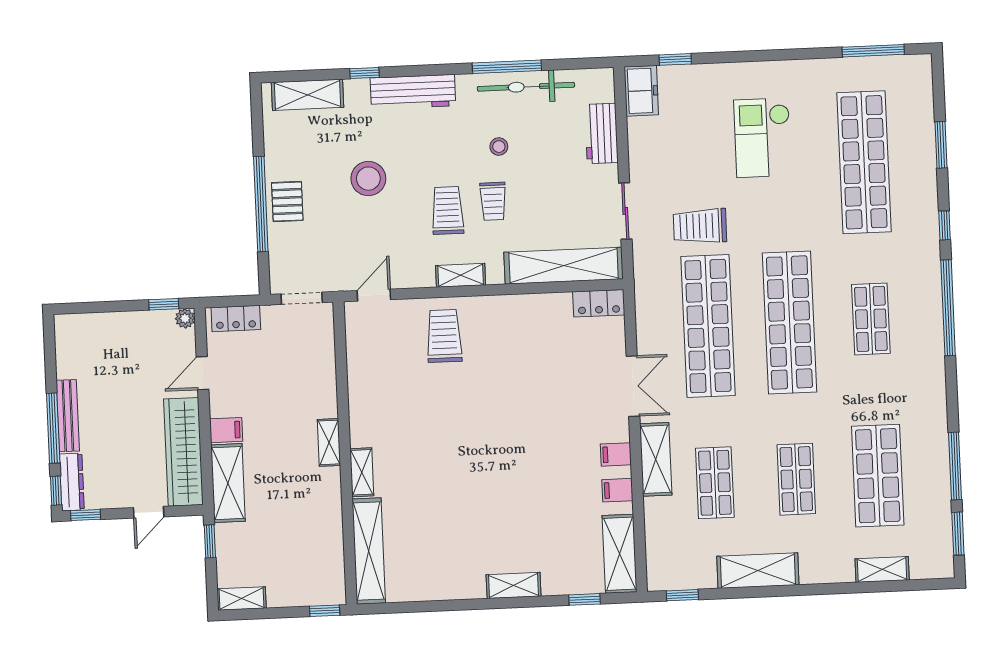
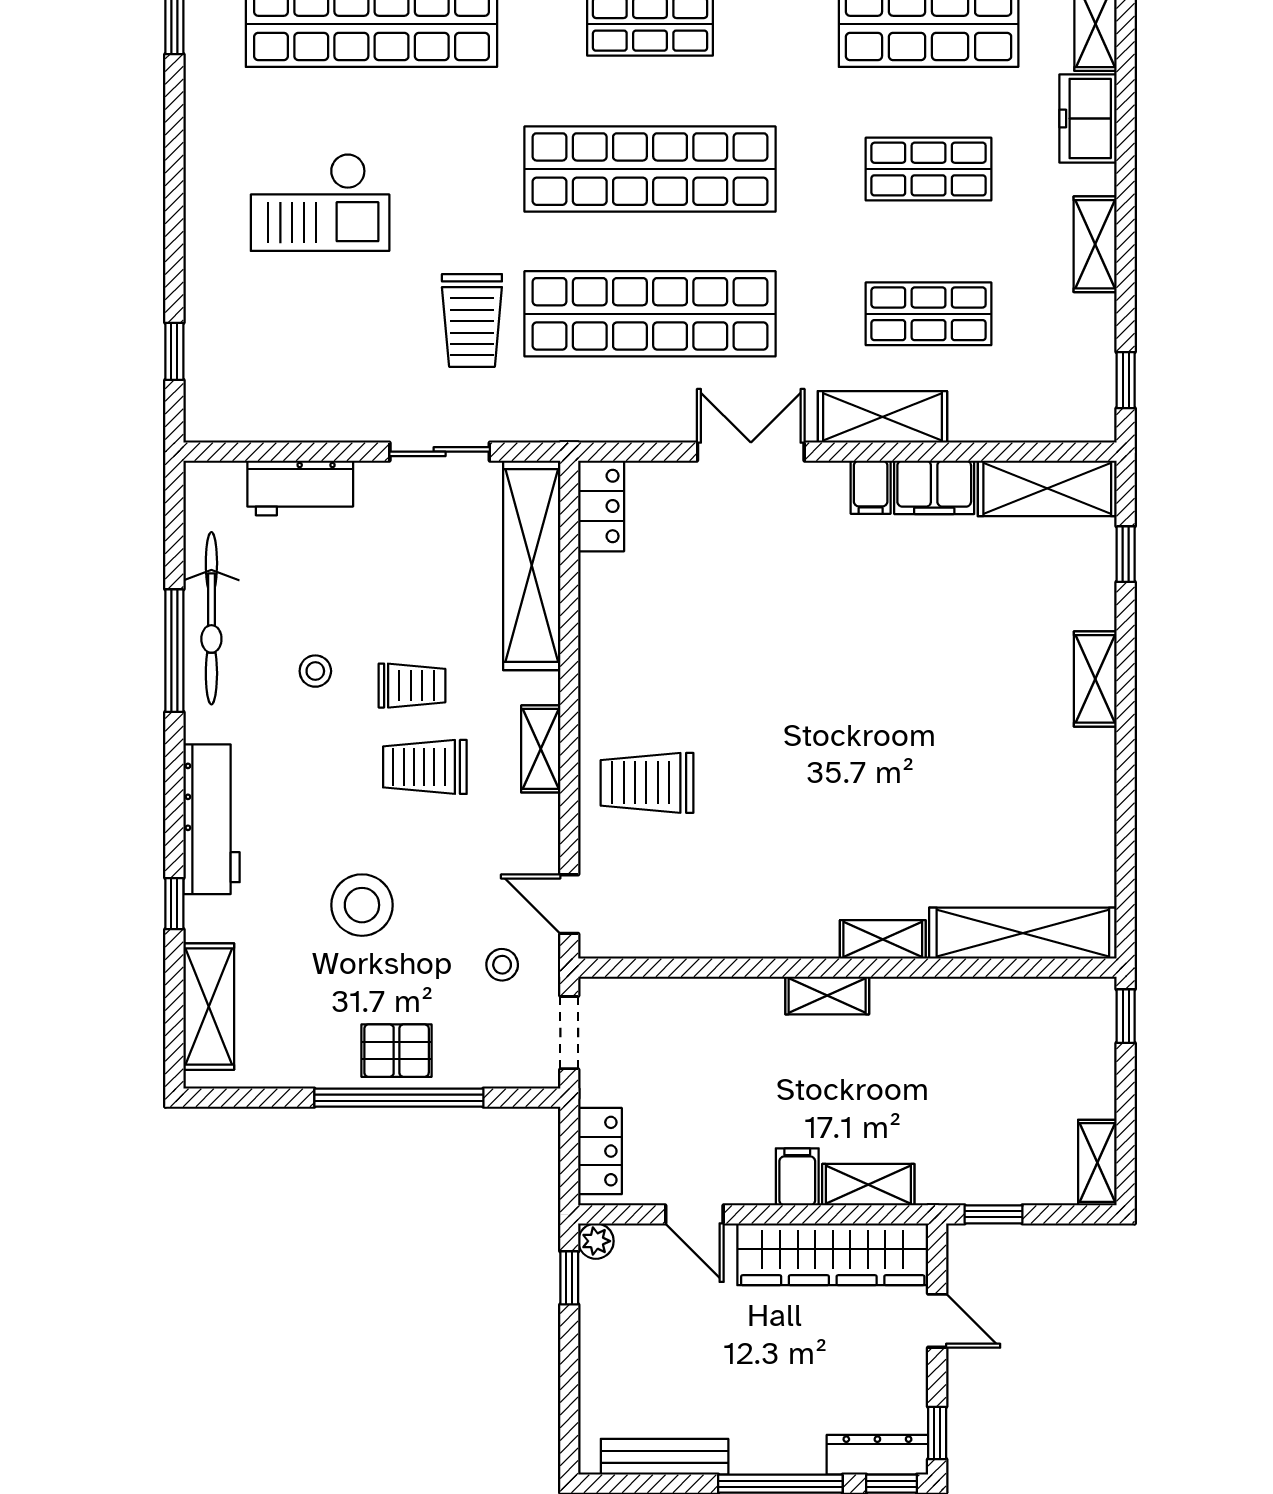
freezer: (641, 91) -> (1088, 119), moved, turned -90
stool: (338, 259) -> (502, 965), added
bench: (68, 416) -> (665, 1457), moved
shelving: (228, 483) -> (868, 1185), width x0.67, depth x0.75
filing cabinet: (617, 490) -> (934, 487), width x2.00
shelving: (758, 571) -> (1095, 244), width x0.67, depth x0.75

